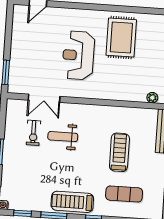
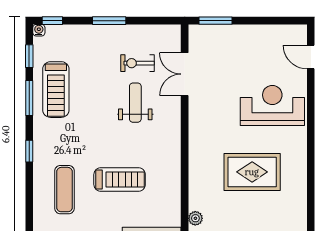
rug: (121, 38) -> (252, 172), moved
reception desk: (78, 55) -> (272, 105), moved
treadmill: (72, 202) -> (56, 90), moved, turned 180

